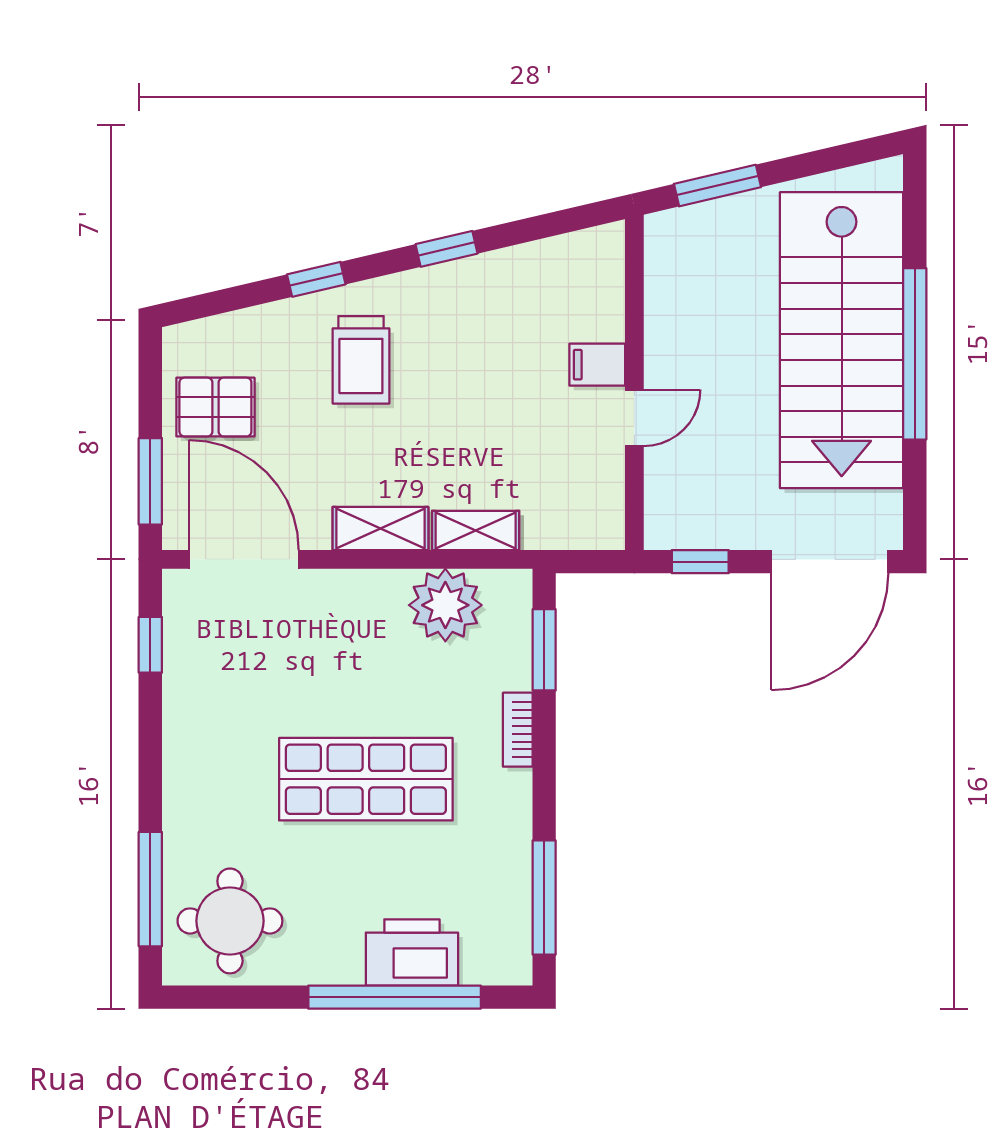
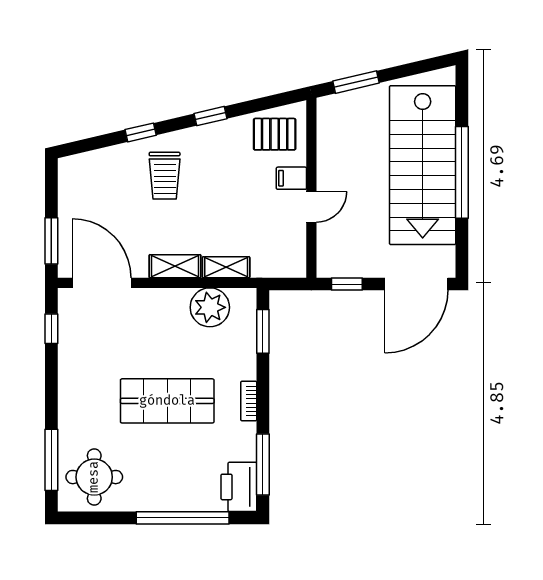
pallet: (215, 407) -> (275, 134), moved
bookcase: (518, 730) -> (249, 401), moved
printer: (412, 952) -> (239, 487), moved, turned -90

